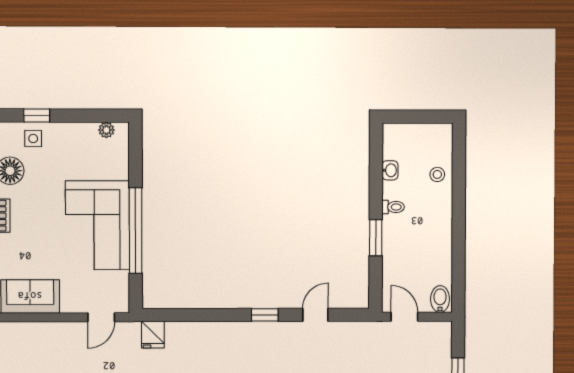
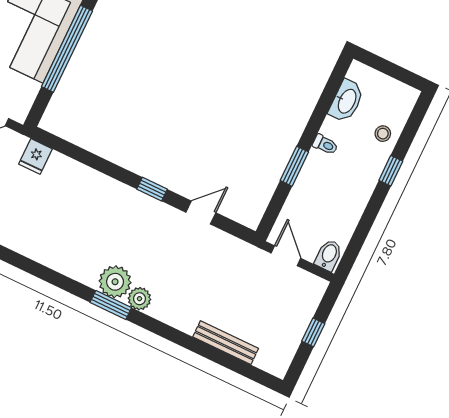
washbasin: (390, 170) -> (346, 101), width x1.91, depth x1.45
window: (459, 203) -> (391, 171), added

